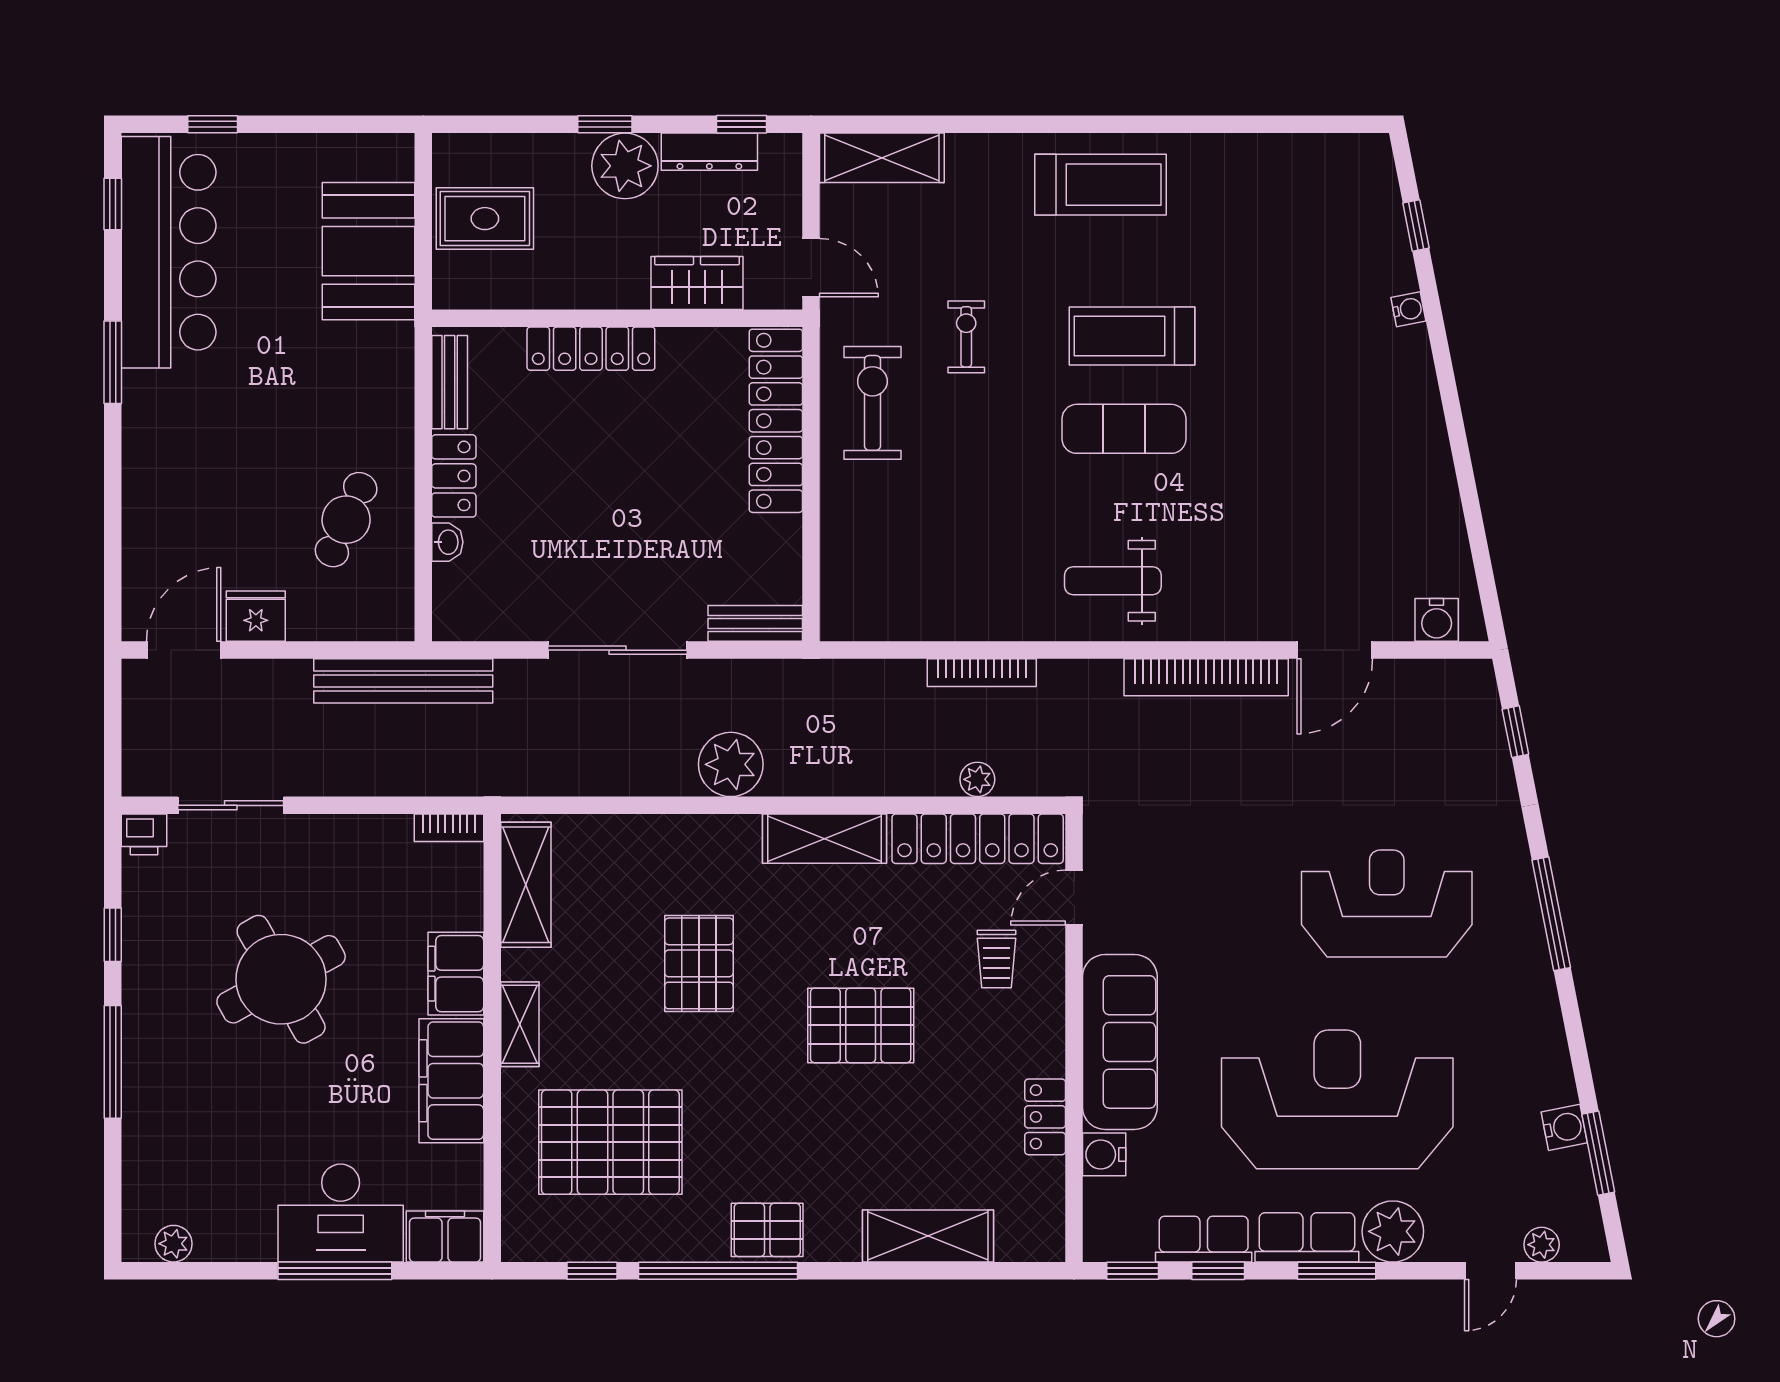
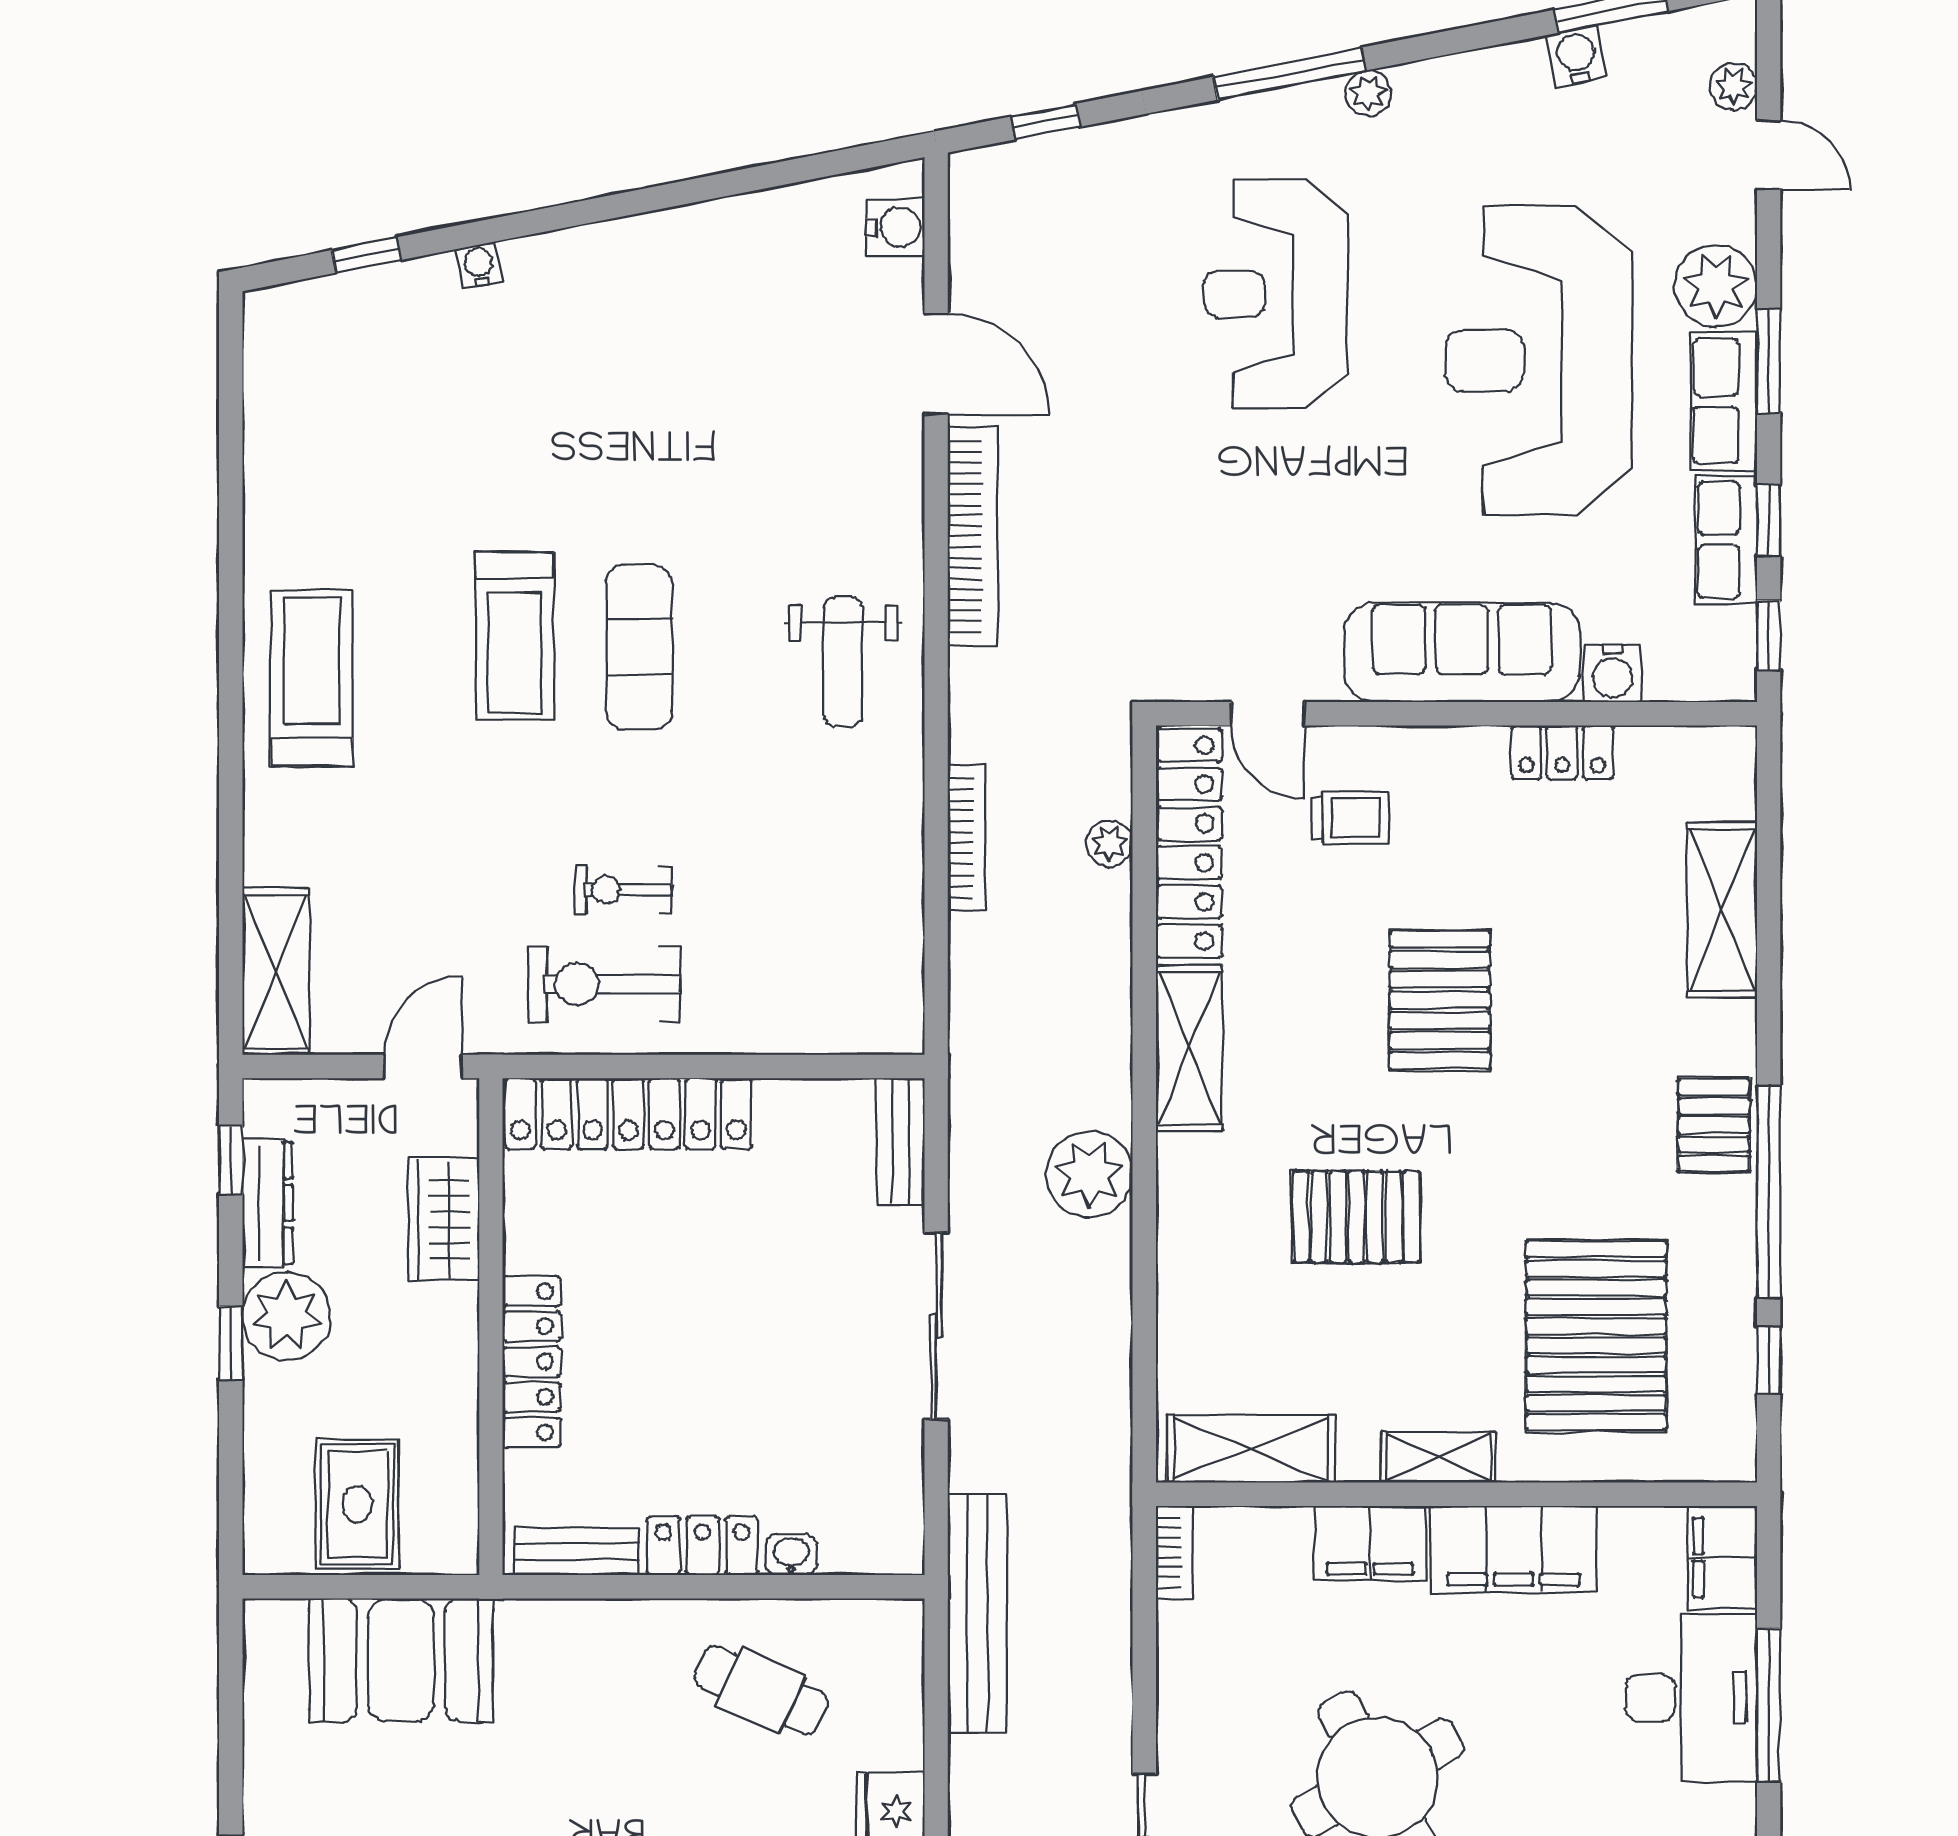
exercise bike: (966, 337) -> (623, 890), moved
plant: (1537, 973) -> (1369, 93), added

